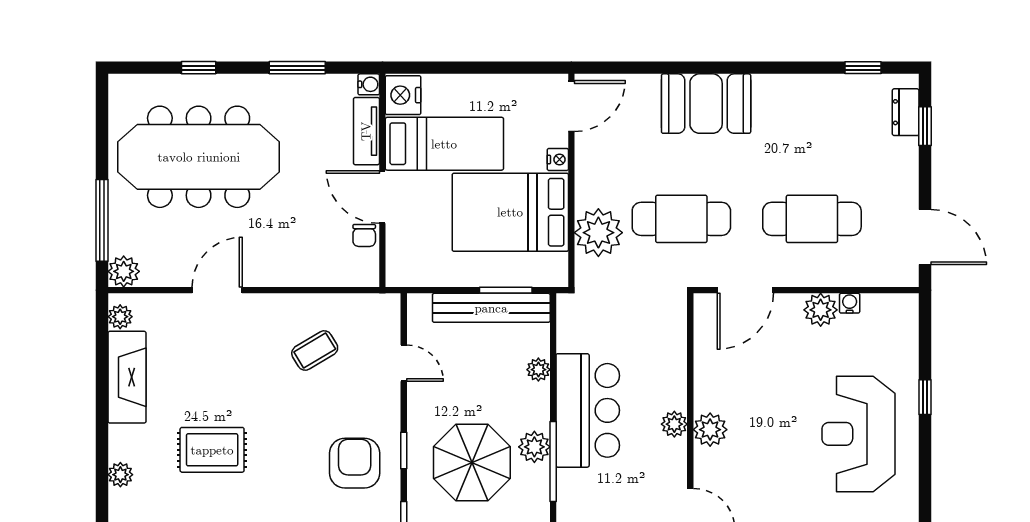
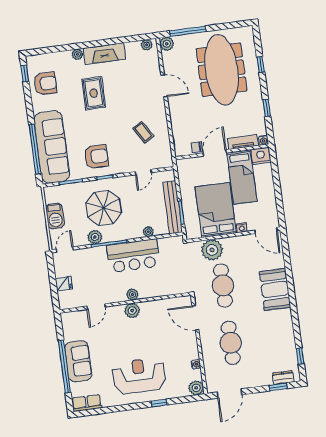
window: (297, 68) -> (267, 108), width x0.67
plant: (821, 310) -> (196, 388), moved
fireplace: (127, 377) -> (104, 54), moved
plant: (534, 447) -> (95, 237), moved

